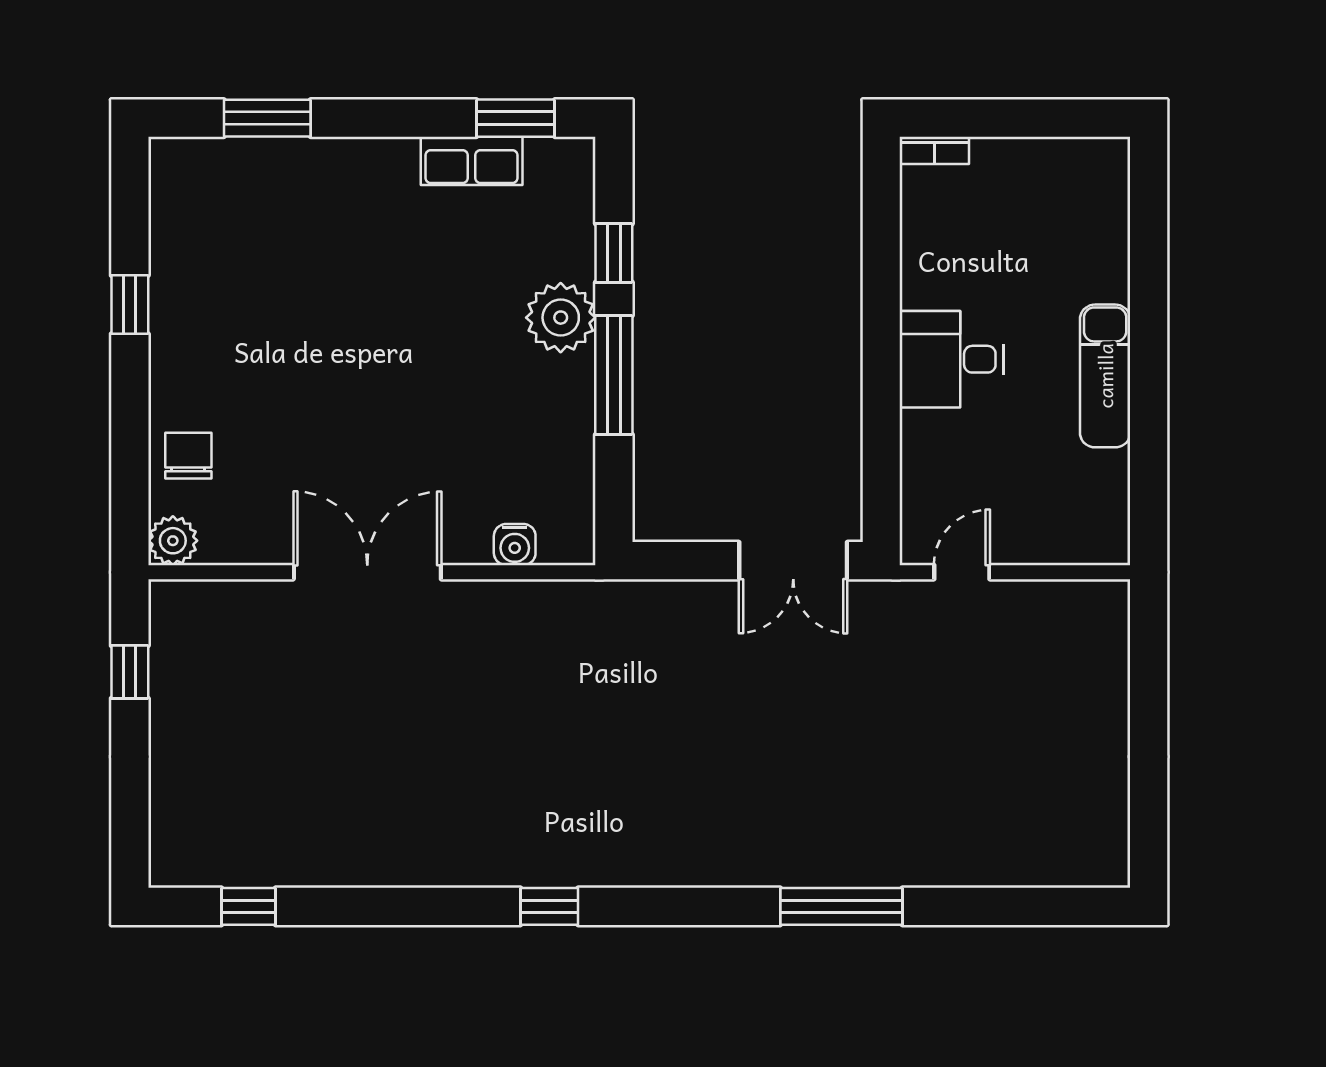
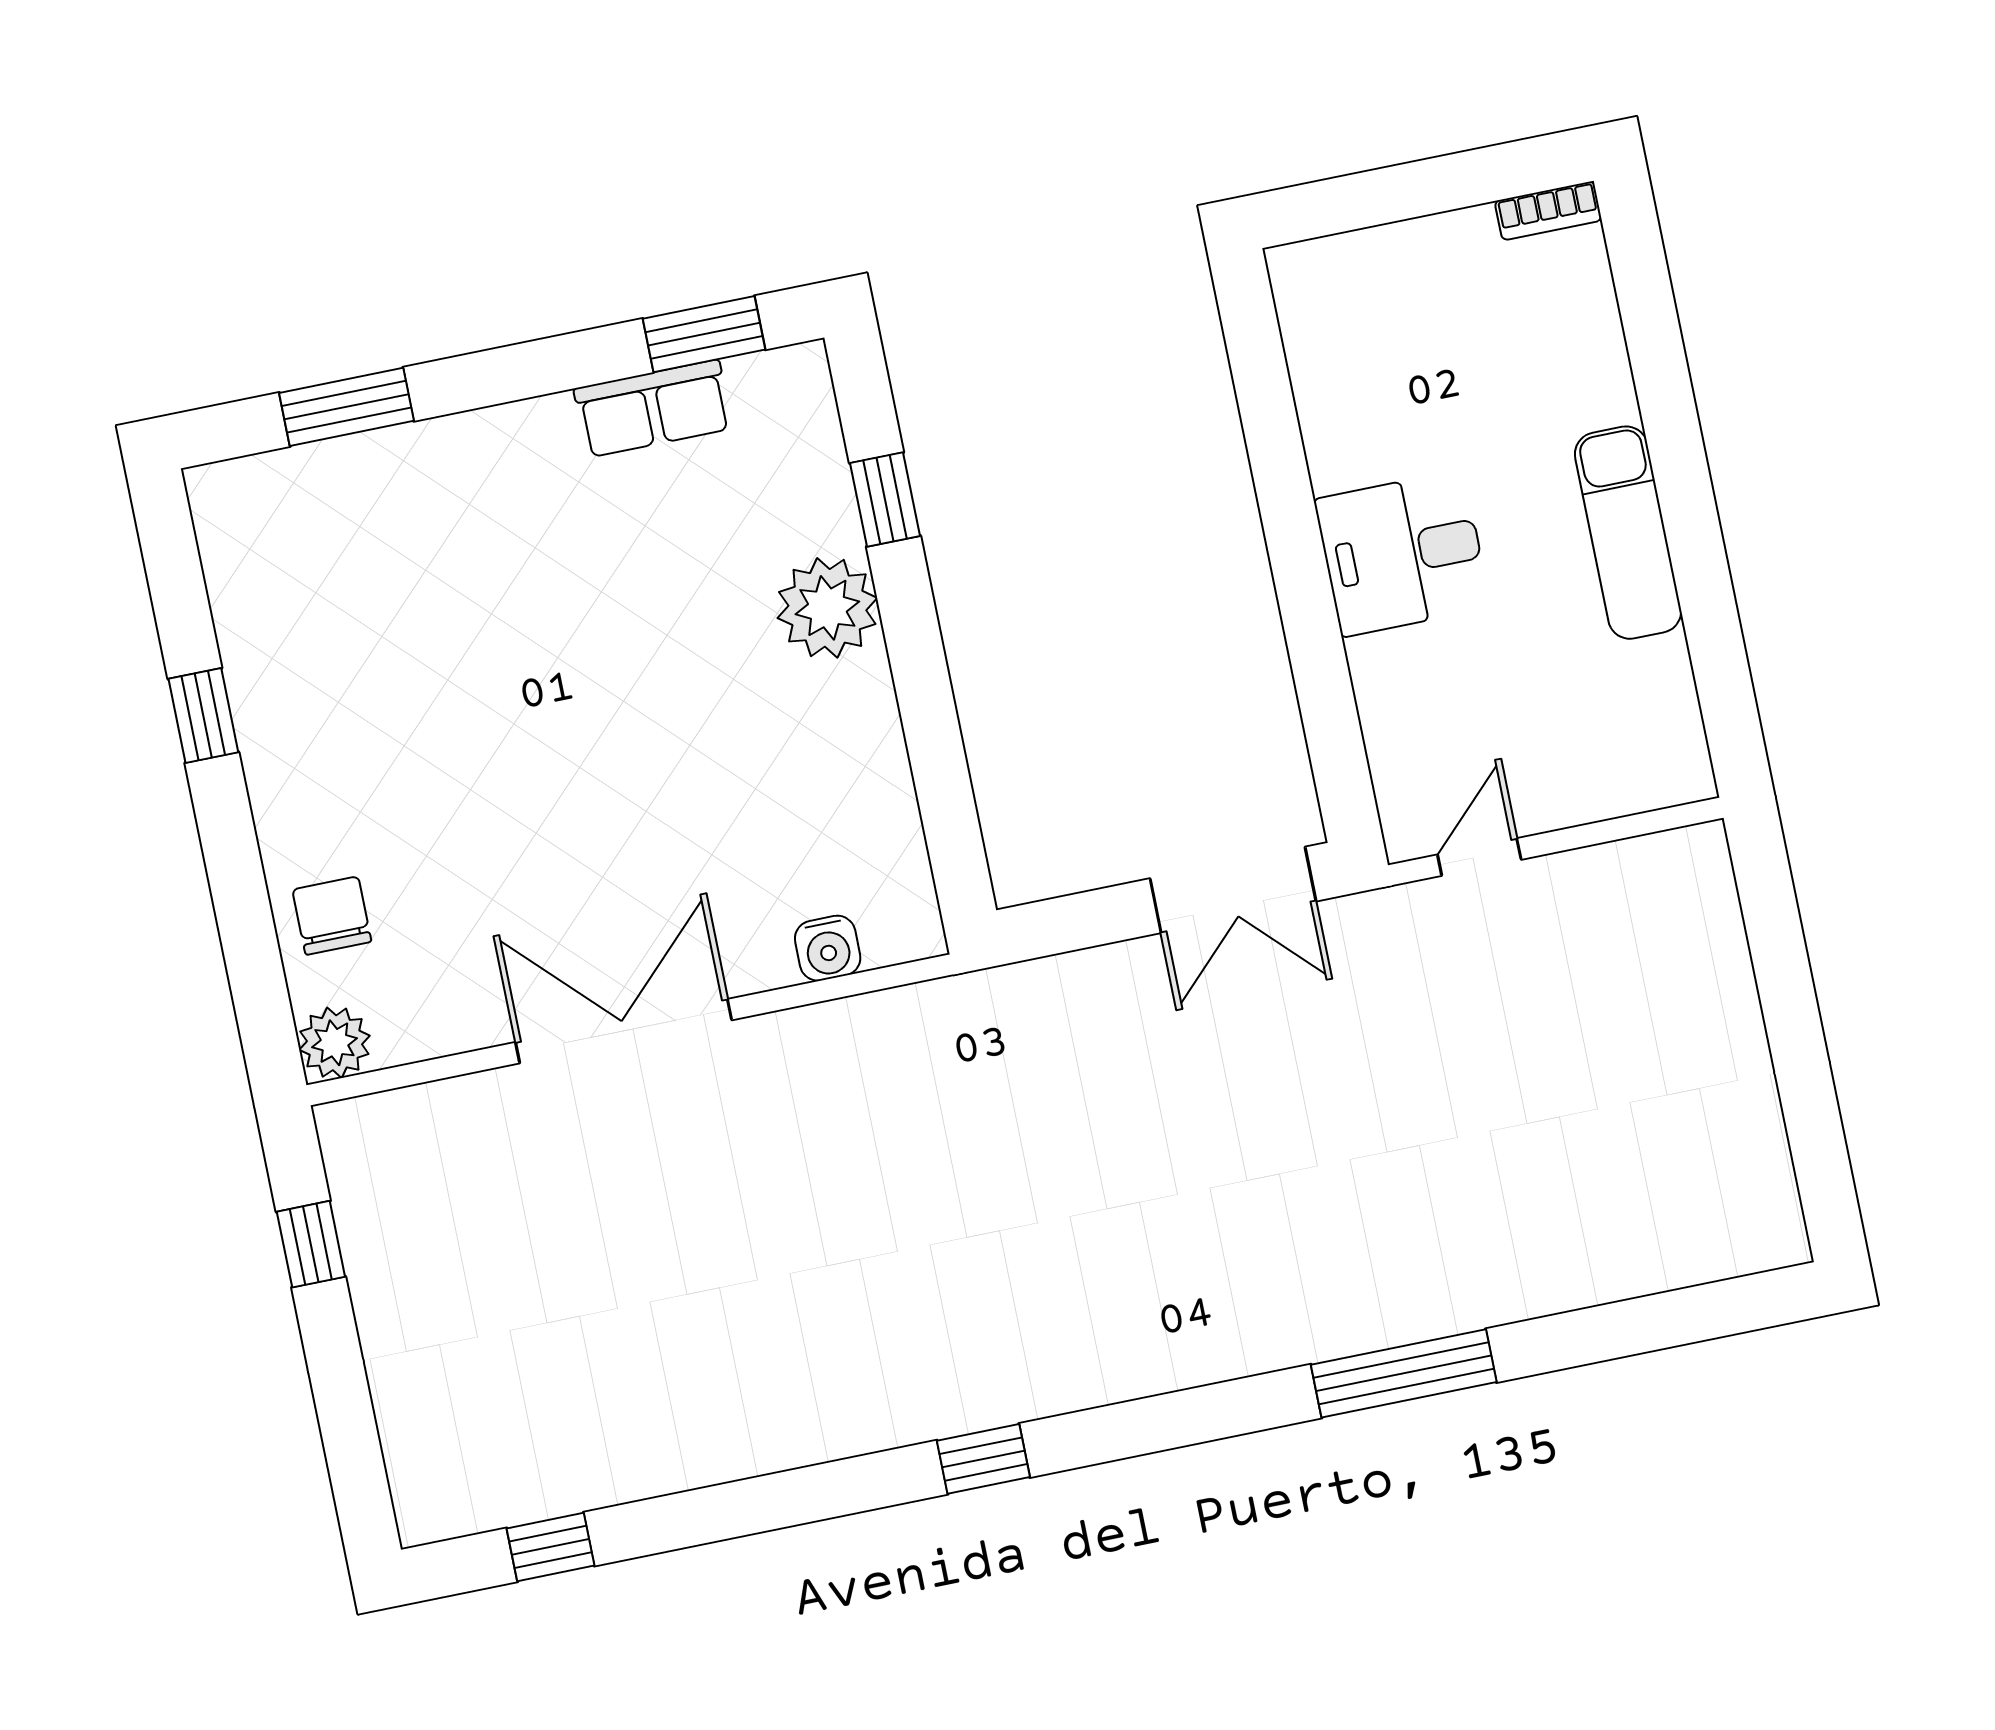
bookcase: (934, 150) -> (1548, 211), moved
window: (614, 375) -> (921, 675), removed

